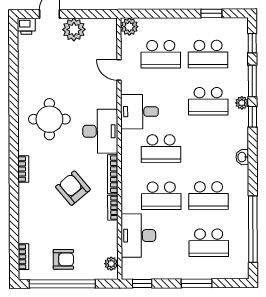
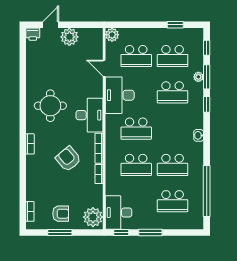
plant: (242, 103) -> (198, 77), moved
desk: (139, 112) -> (120, 95), width x1.37
desk: (138, 236) -> (118, 213), moved
plant: (111, 264) -> (93, 217), width x1.87, depth x1.87
window: (197, 283) -> (150, 232), moved
window: (62, 284) -> (60, 232), width x0.47

